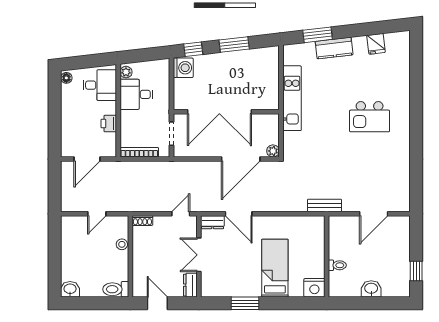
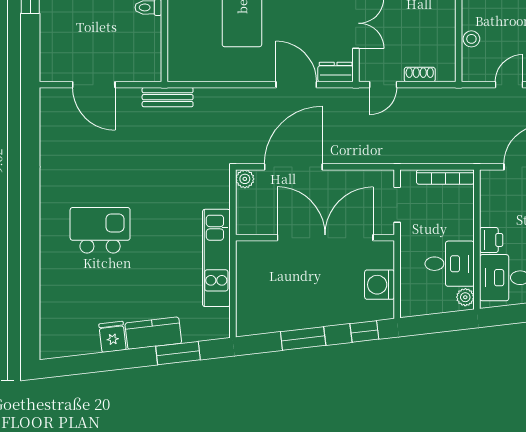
fridge: (376, 44) -> (112, 337), moved
washing machine: (183, 68) -> (380, 285), moved
printer: (109, 124) -> (491, 240), moved
door: (374, 214) -> (94, 85), swing flipped
shoe rack: (142, 221) -> (420, 75), moved

